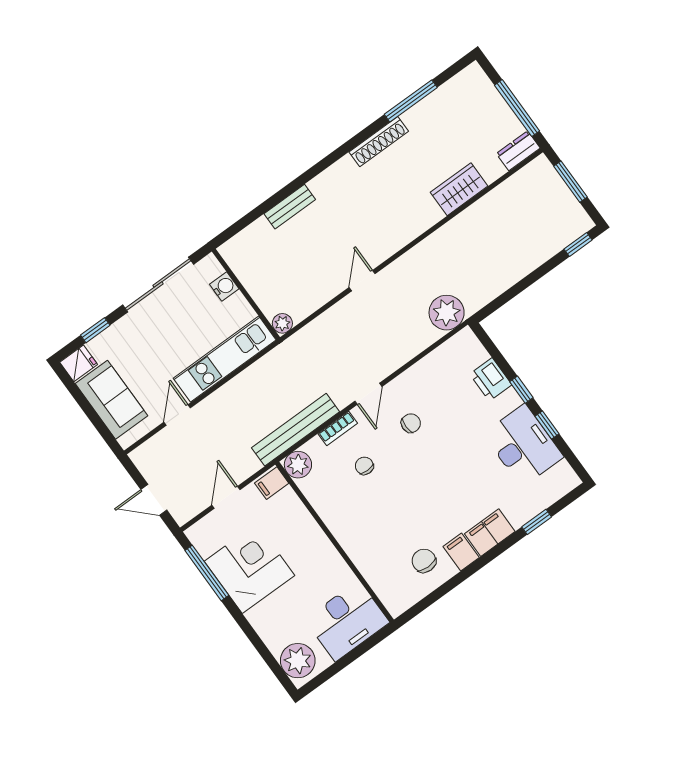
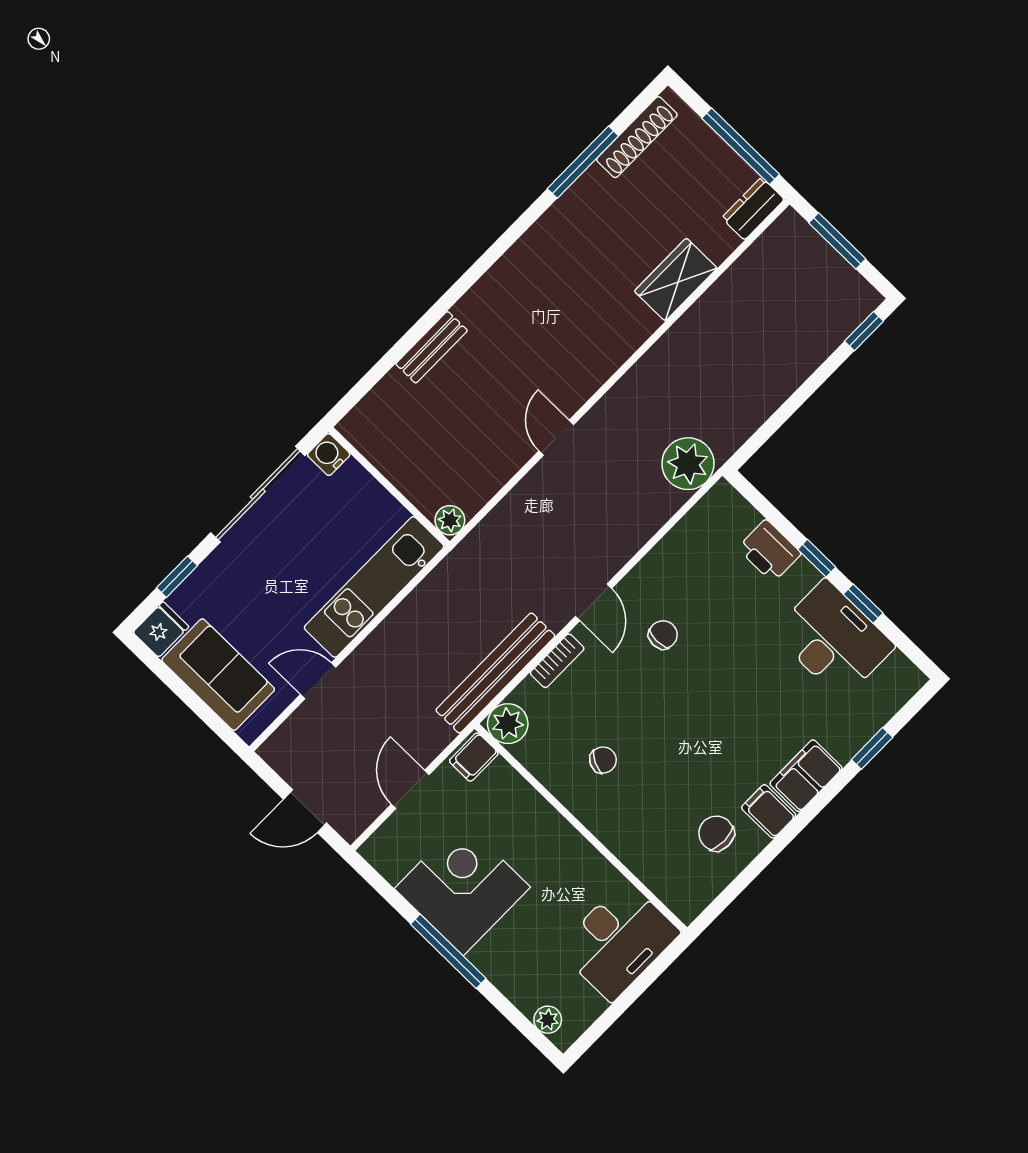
shoe rack: (379, 142) -> (637, 137), moved
water cooler: (224, 287) -> (329, 455), moved, turned -90
door: (177, 415) -> (318, 681), hinge flipped
chair: (364, 466) -> (603, 760), moved, turned 116
window: (207, 573) -> (448, 951), moved
plant: (298, 661) -> (548, 1020), width x0.53, depth x0.53

